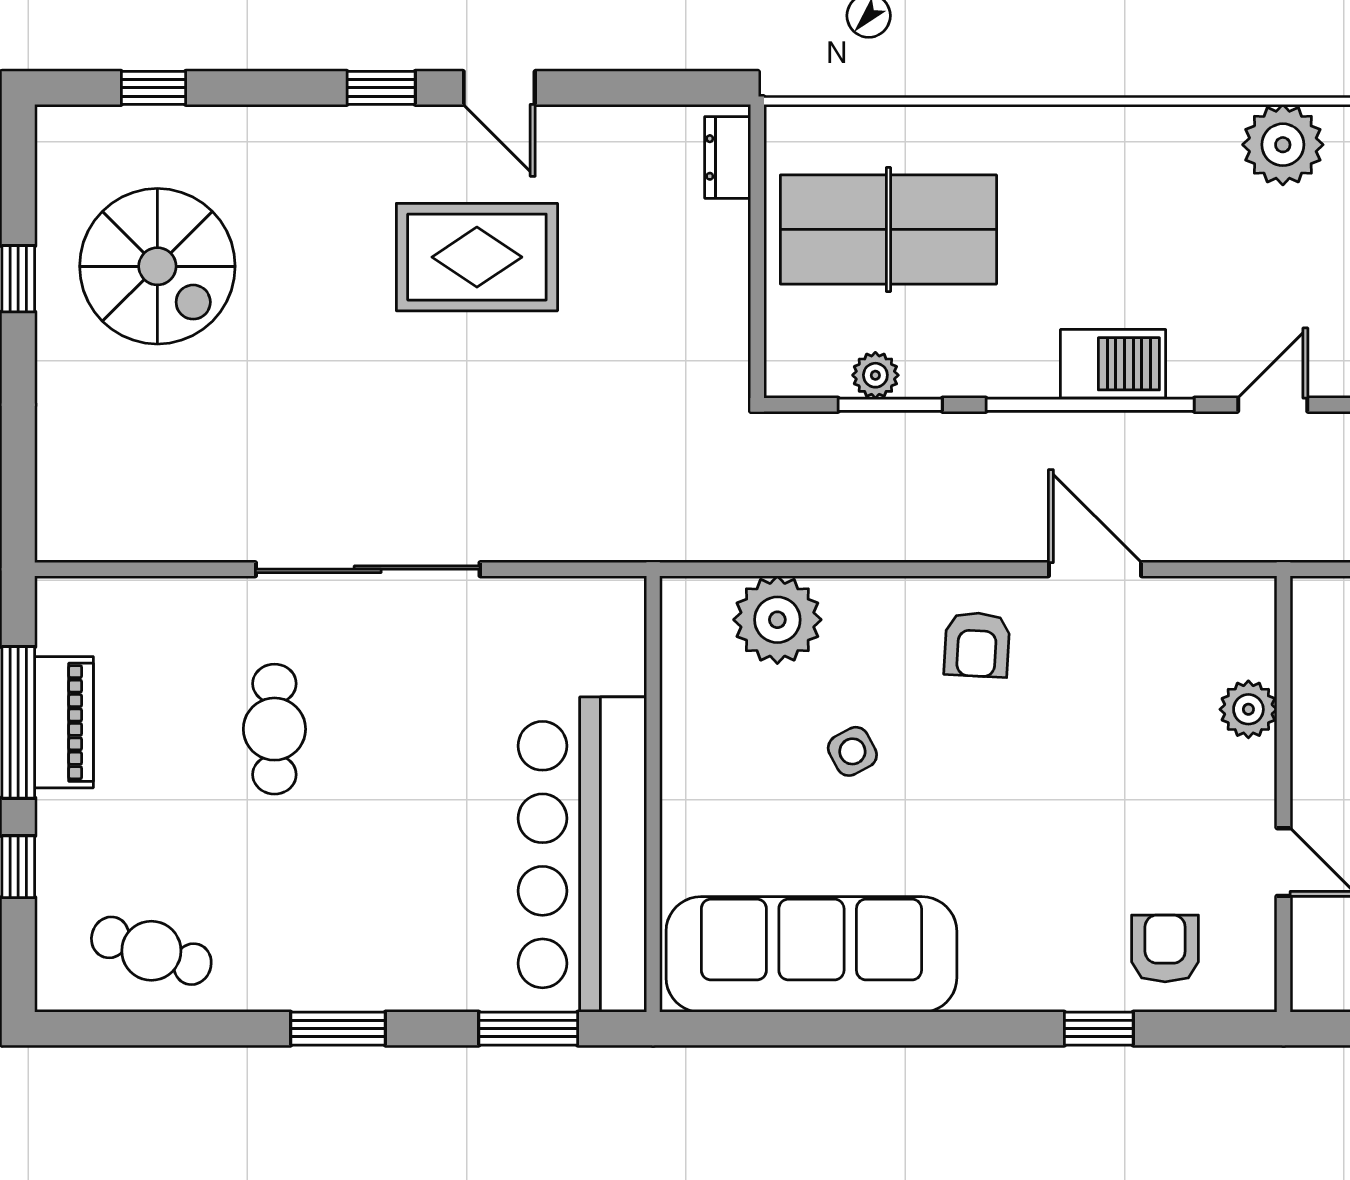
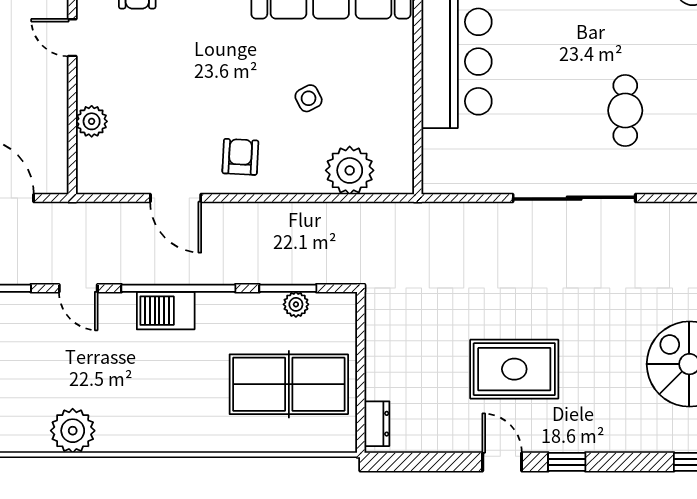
door: (1273, 405) -> (78, 288), hinge flipped

